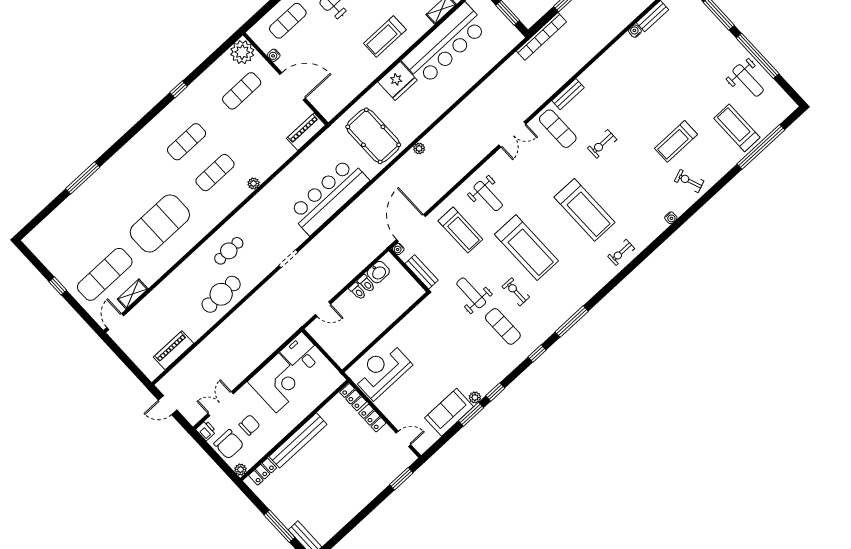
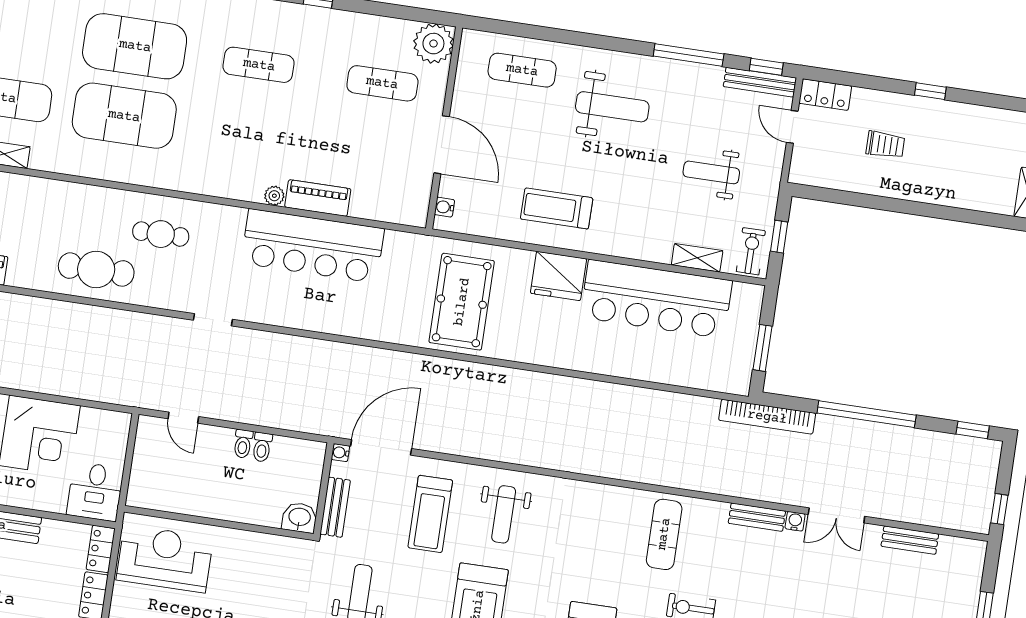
water cooler: (635, 31) -> (795, 521), moved
treadmill: (385, 37) -> (557, 208), moved
water cooler: (274, 55) -> (444, 207), moved
bench: (568, 94) -> (757, 517), moved
piano: (306, 132) -> (318, 198), moved
double door: (512, 134) -> (836, 515), moved
plant: (419, 148) -> (493, 375), removed
exercise mat: (215, 173) -> (135, 46), moved, width x2.00, depth x1.45
bar counter: (329, 196) -> (313, 246), moved, turned 180
washbasin: (378, 272) -> (300, 518), moved, turned 180
desk: (302, 354) -> (95, 492), moved, turned 180

